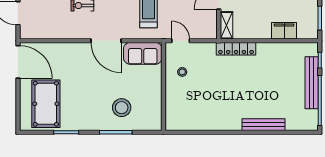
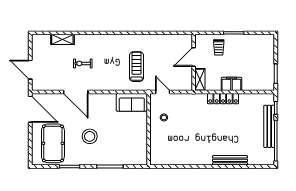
filing cabinet: (284, 31) -> (231, 84), moved
door: (106, 41) -> (76, 92), moved
locker: (236, 49) -> (223, 99), moved
stool: (122, 108) -> (90, 136), moved

